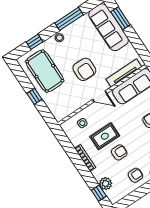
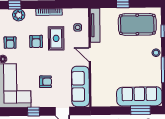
armchair: (84, 69) -> (119, 56), removed
tv unit: (124, 73) -> (95, 25), moved
door: (100, 96) -> (90, 55), hinge flipped

